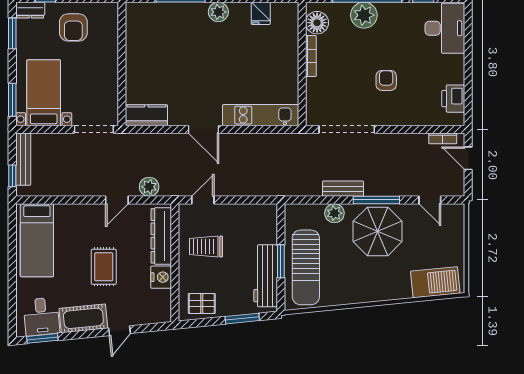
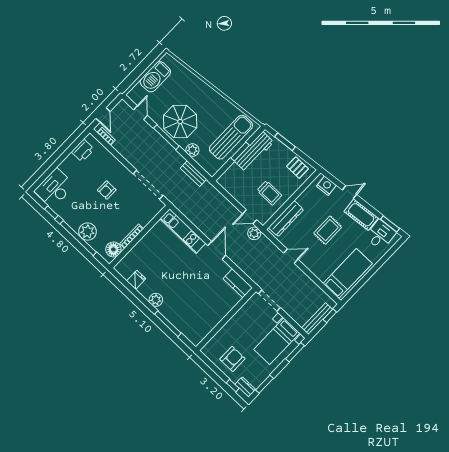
plant: (149, 187) -> (254, 233), moved
bench: (343, 189) -> (194, 174), moved
nightstand: (161, 277) -> (326, 186), moved, turned 84
barbecue: (435, 282) -> (155, 77), moved, turned -84

